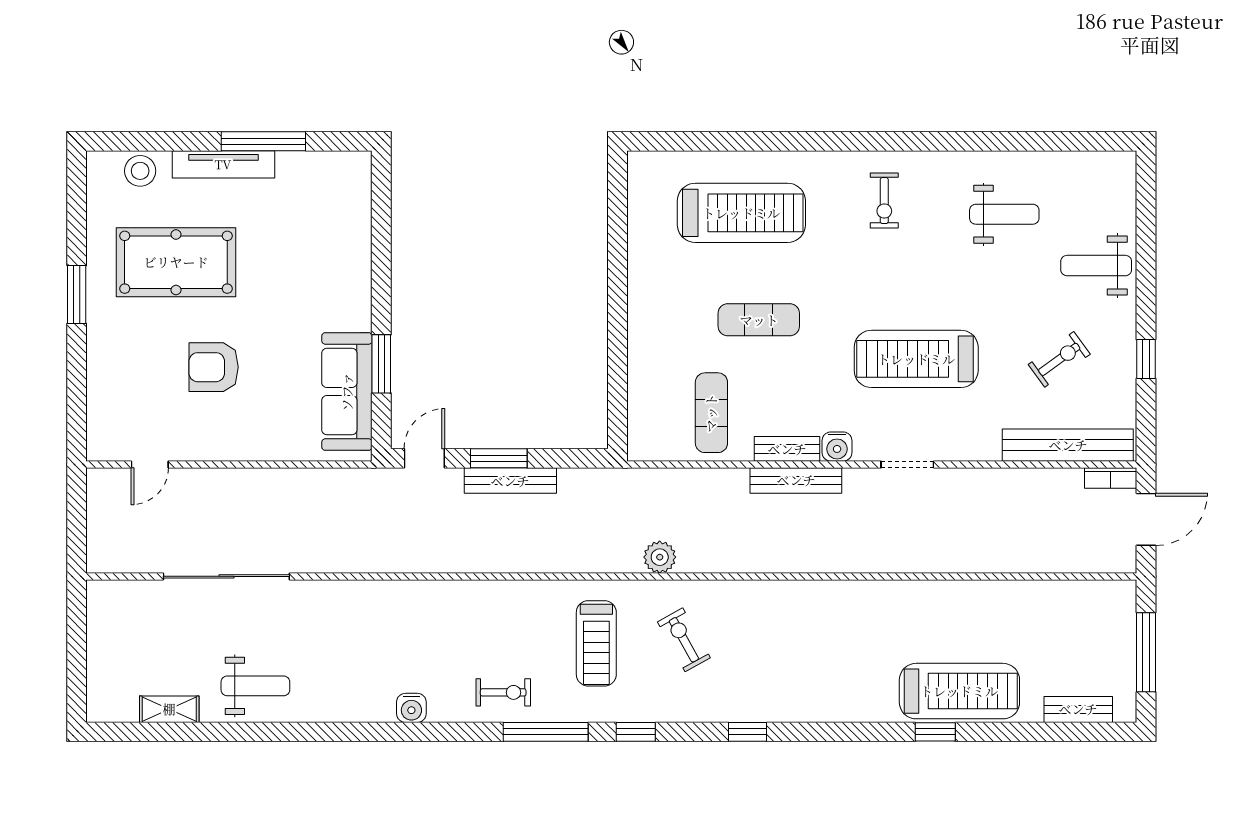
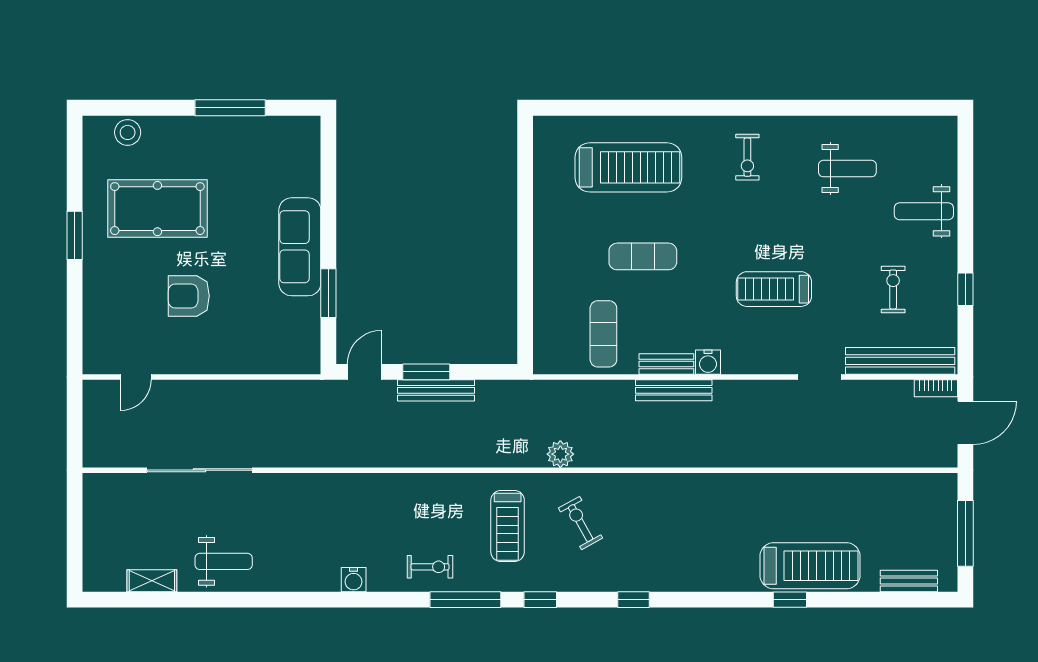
tv unit: (223, 164) -> (197, 127), removed
treadmill: (916, 359) -> (774, 289), width x0.73, depth x0.73
exercise bike: (1059, 359) -> (893, 289), turned -54
sofa: (347, 392) -> (300, 247), moved
doorway: (907, 465) -> (820, 377), moved

